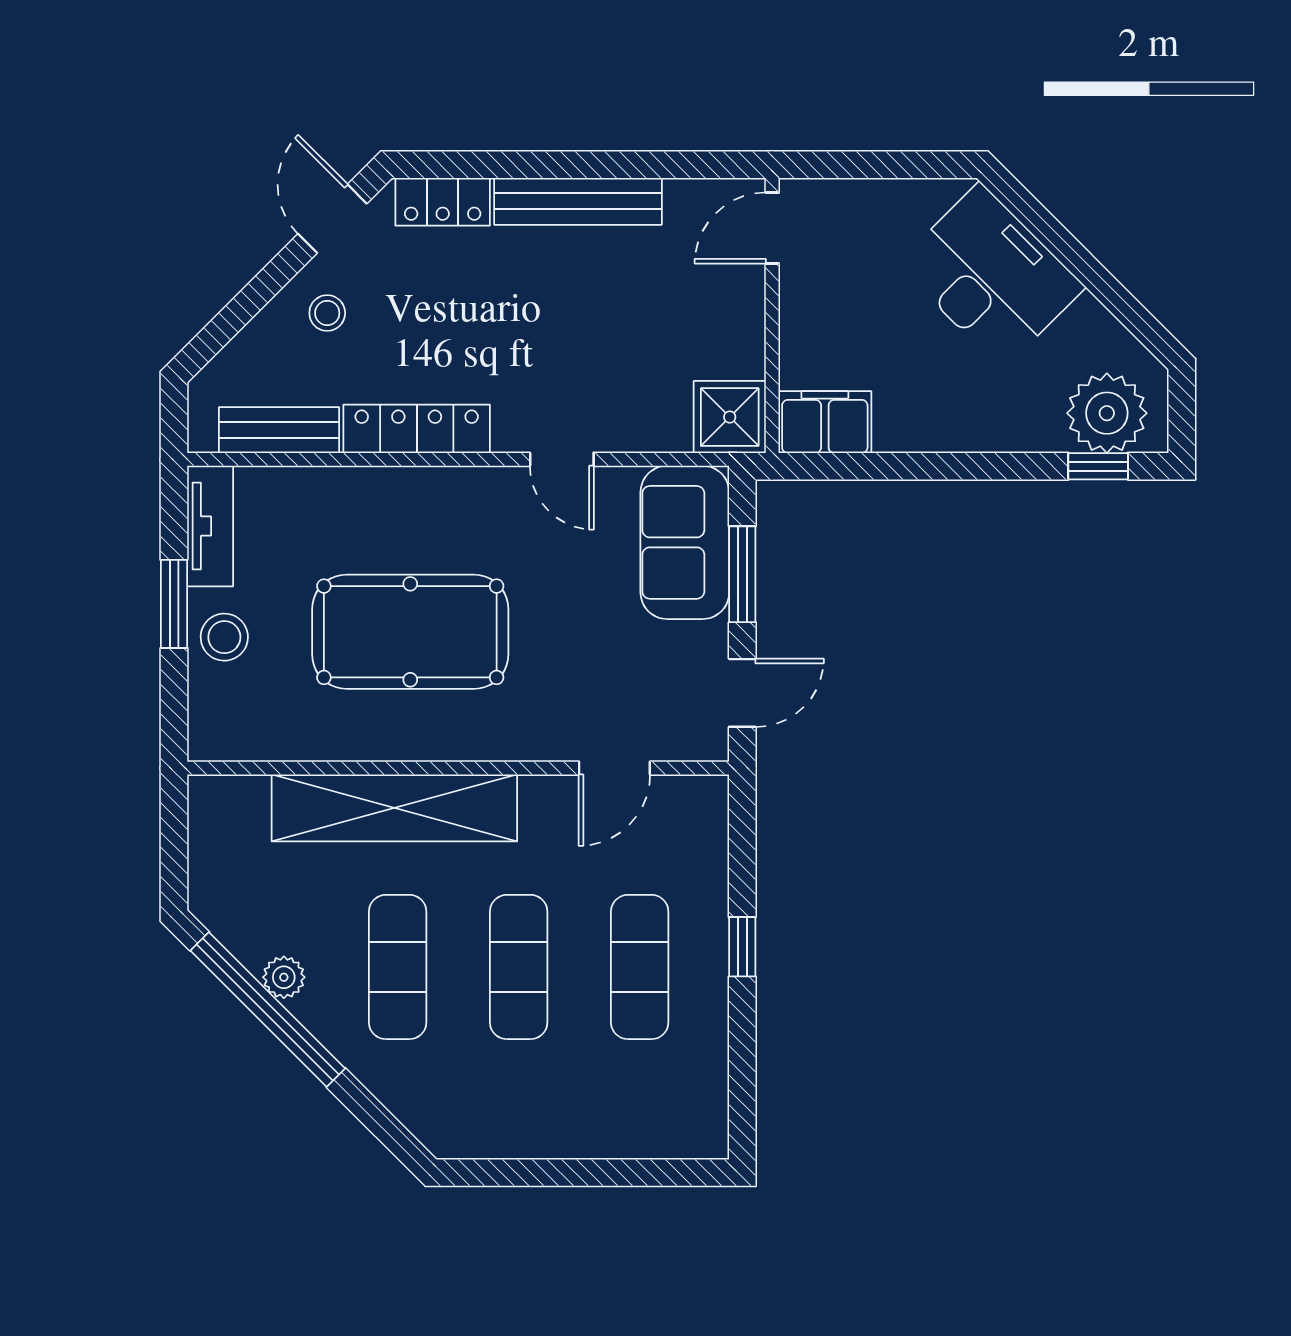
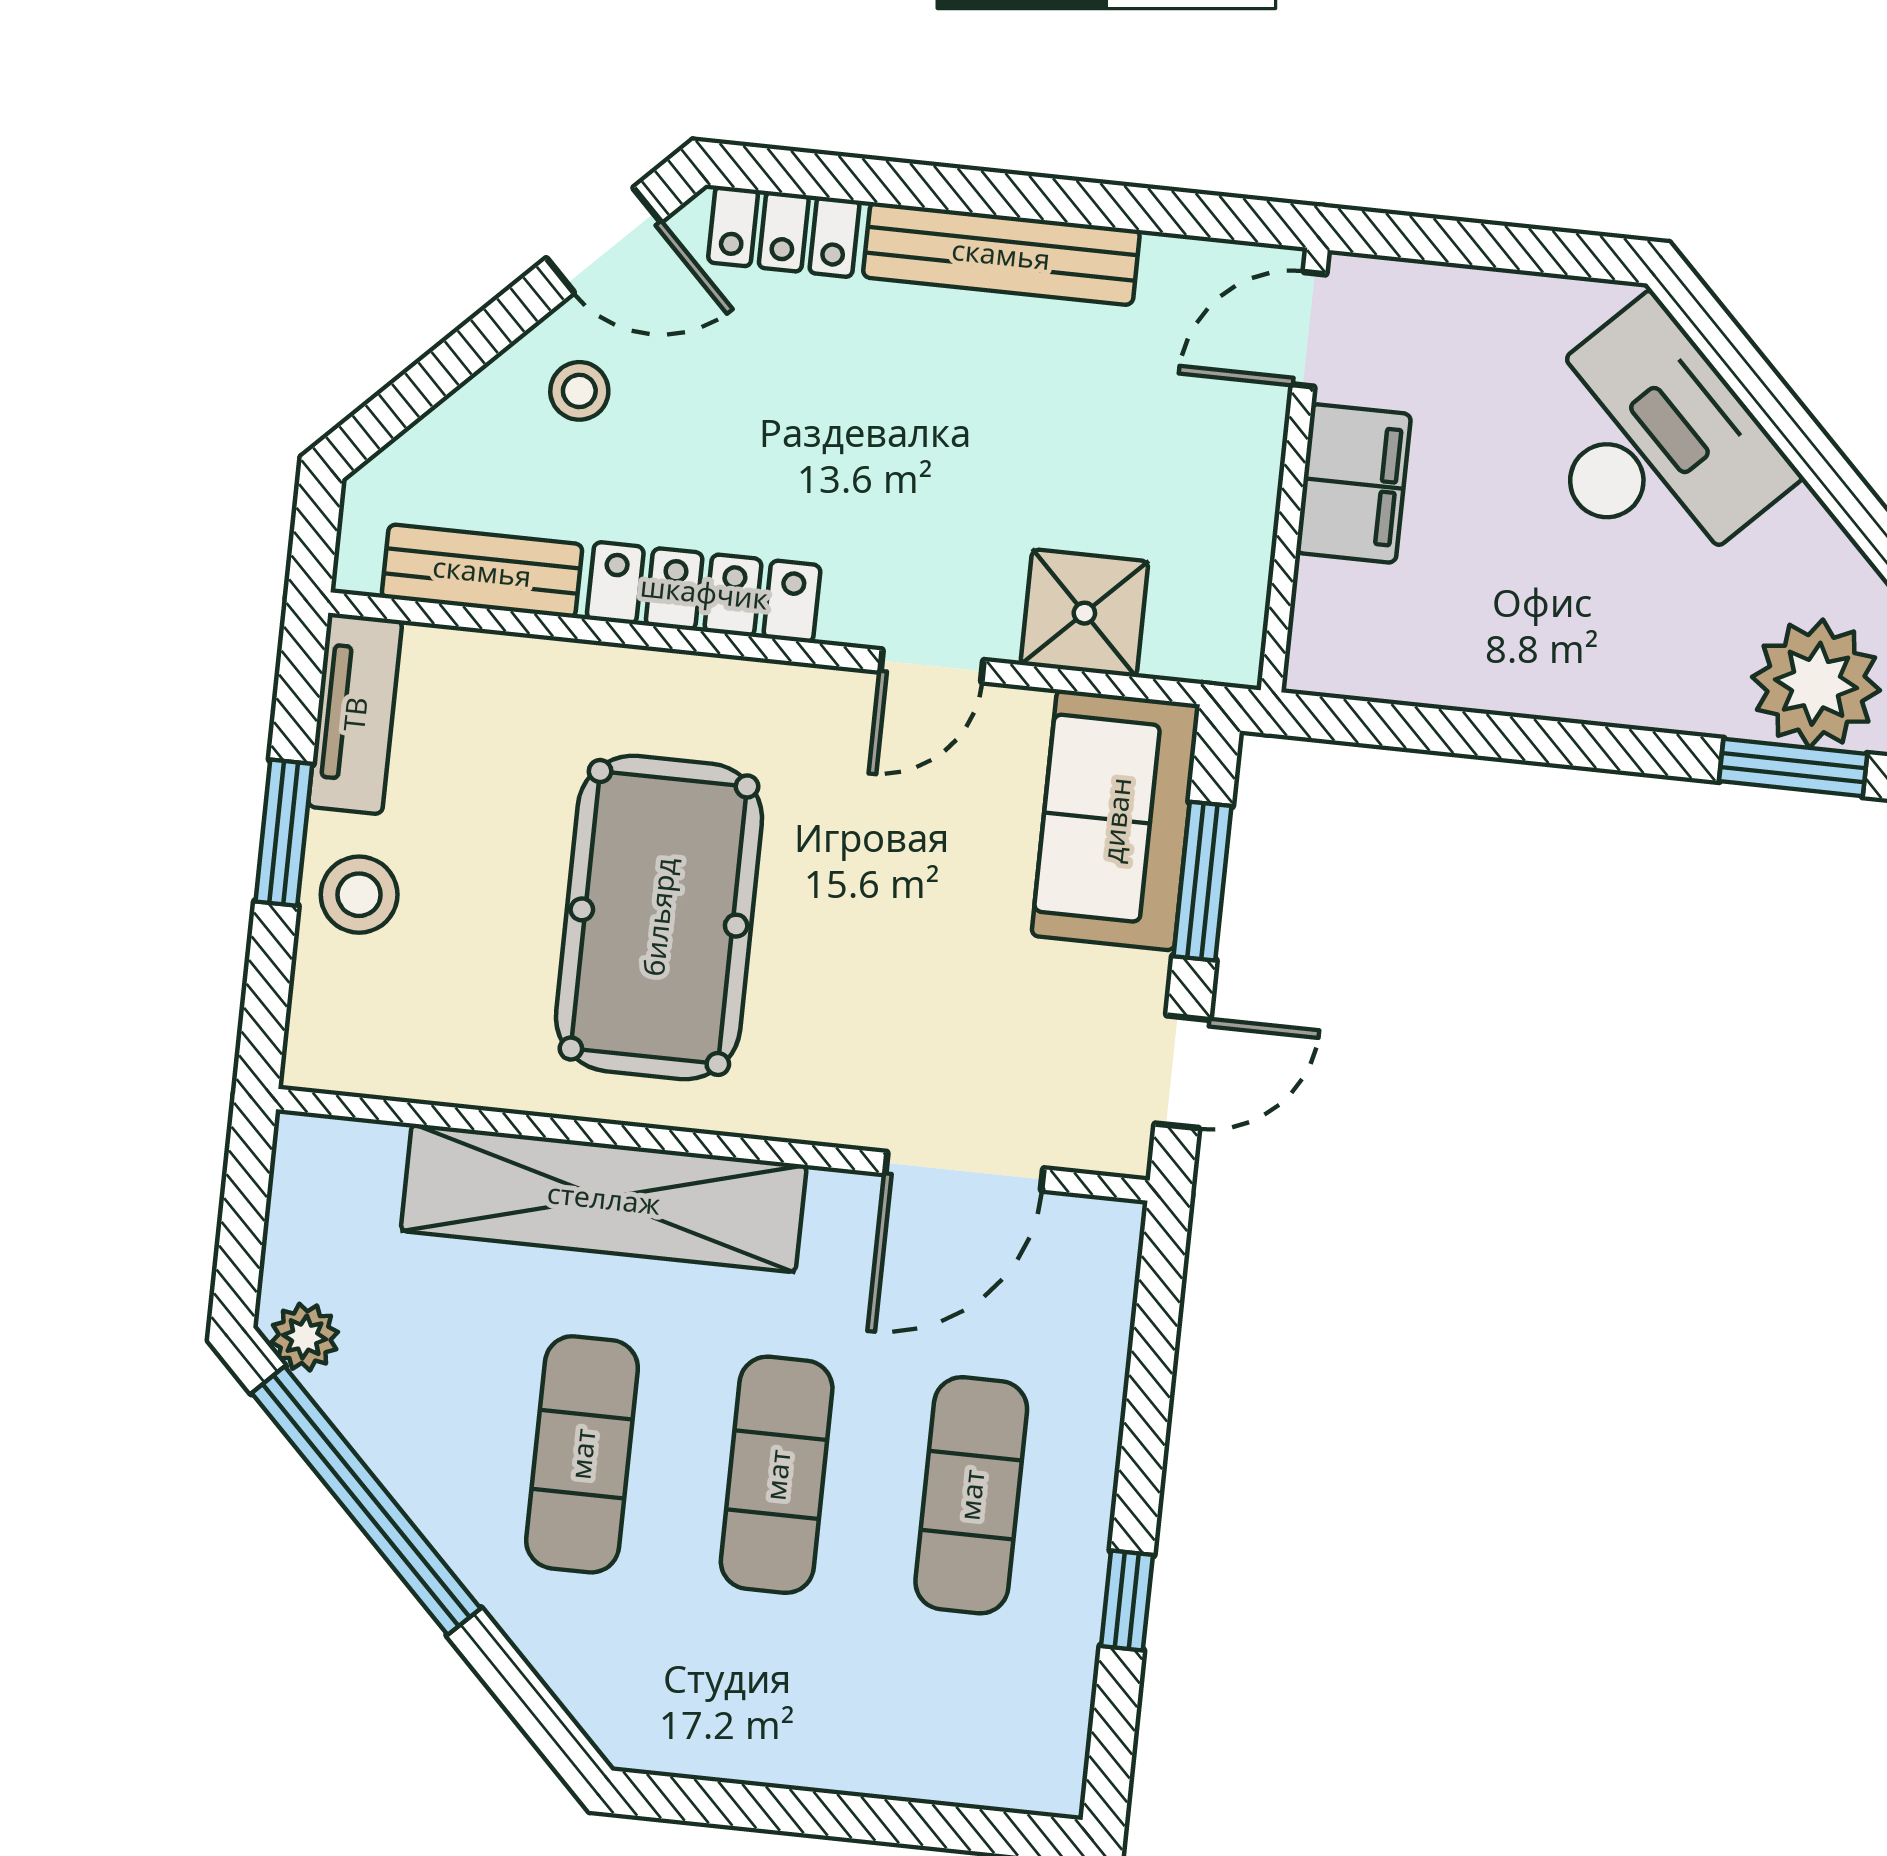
door: (332, 219) -> (604, 240), swing flipped
shower: (730, 417) -> (1084, 613), moved
filing cabinet: (825, 422) -> (1353, 483), moved, turned 90
door: (562, 459) -> (932, 666), hinge flipped
window: (1098, 466) -> (1793, 767), width x1.50
pool table: (410, 632) -> (659, 917), turned 90
door: (614, 768) -> (964, 1171), width x1.38
window: (742, 947) -> (1127, 1600), moved
plant: (284, 977) -> (305, 1337), moved

